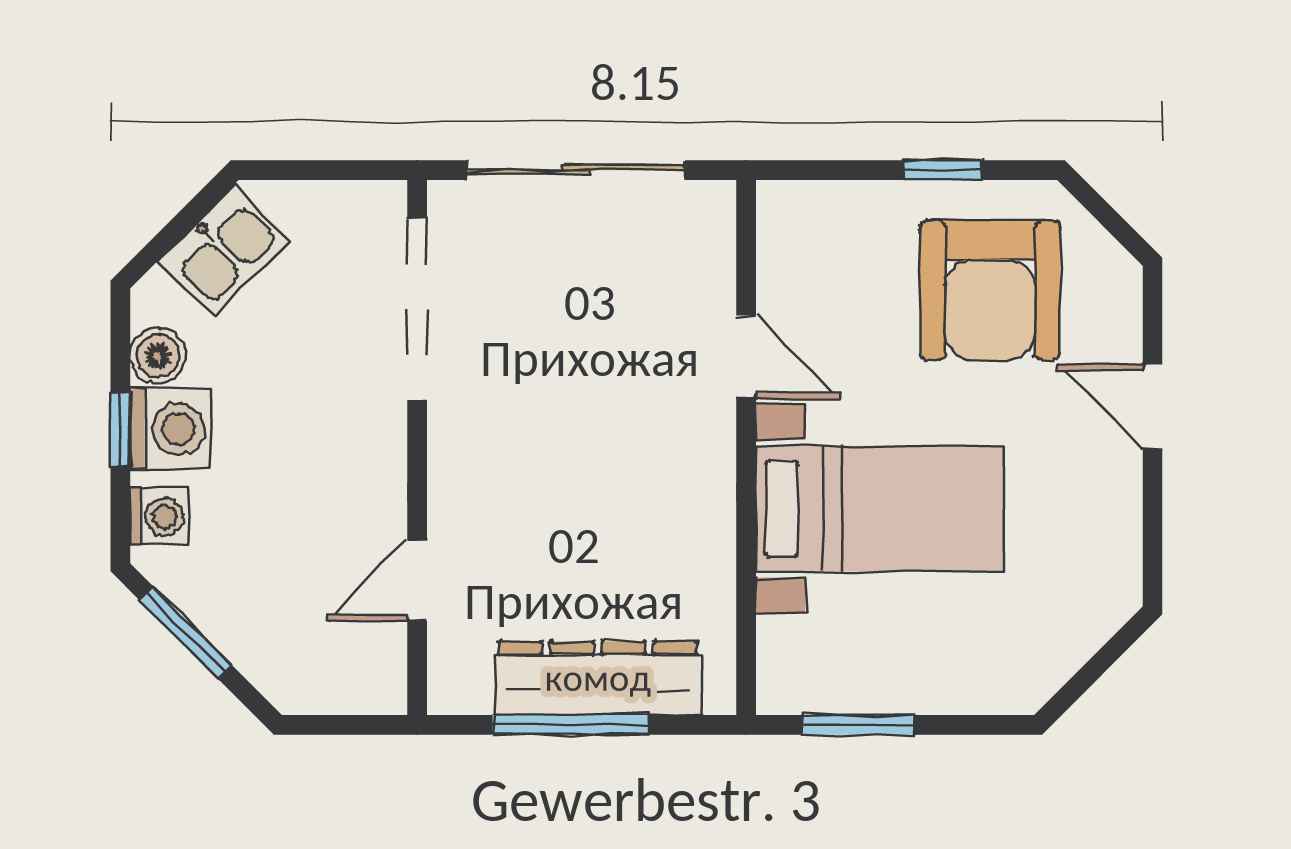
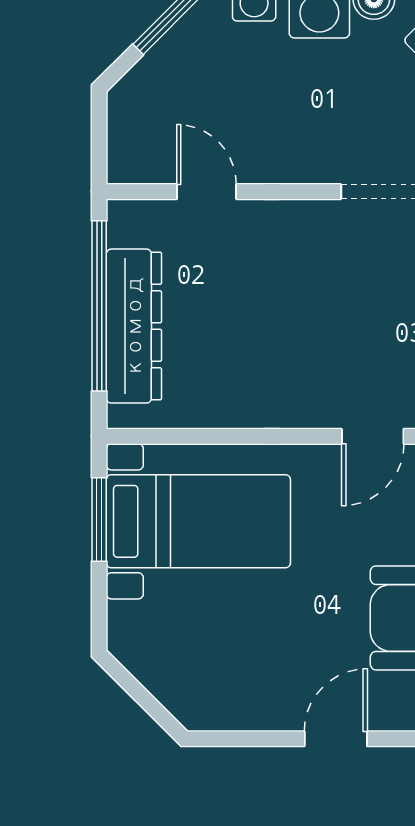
bed with nightstands: (879, 509) -> (198, 521), moved, turned -90
window: (571, 725) -> (99, 306), width x1.46

